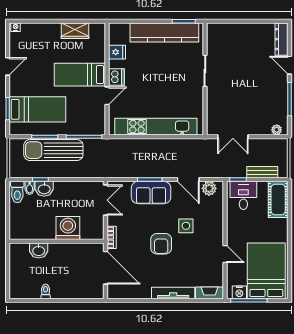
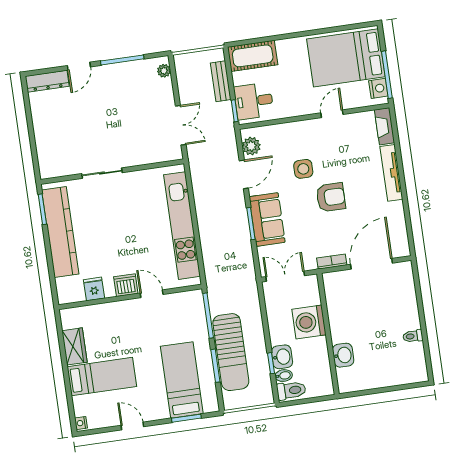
bed: (80, 75) -> (102, 377), moved, turned -90
washing machine: (68, 228) -> (309, 322), moved
wall: (57, 241) -> (328, 334), moved
washbasin: (39, 251) -> (343, 355), moved

